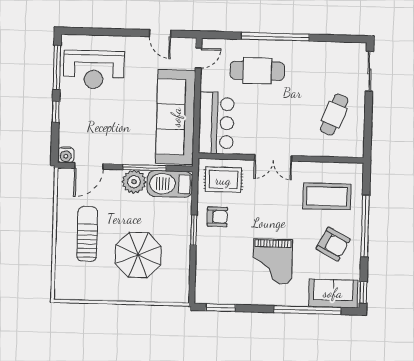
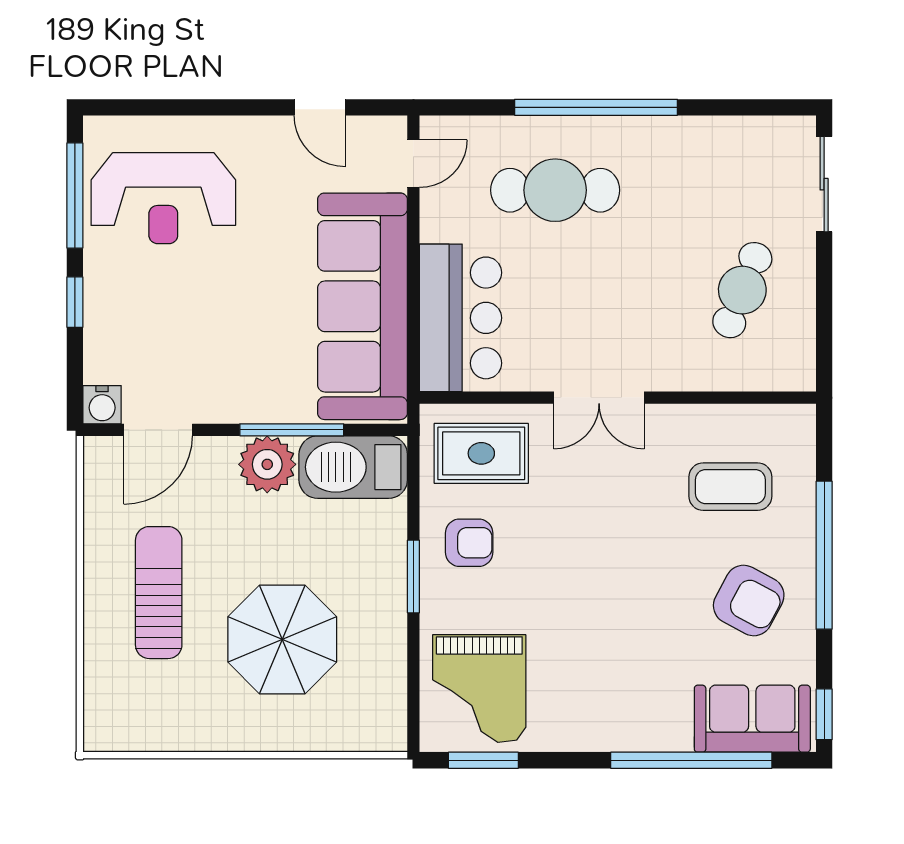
coffee table: (327, 196) -> (730, 487), width x0.73, depth x0.76
grand piano: (272, 261) -> (479, 688), moved

